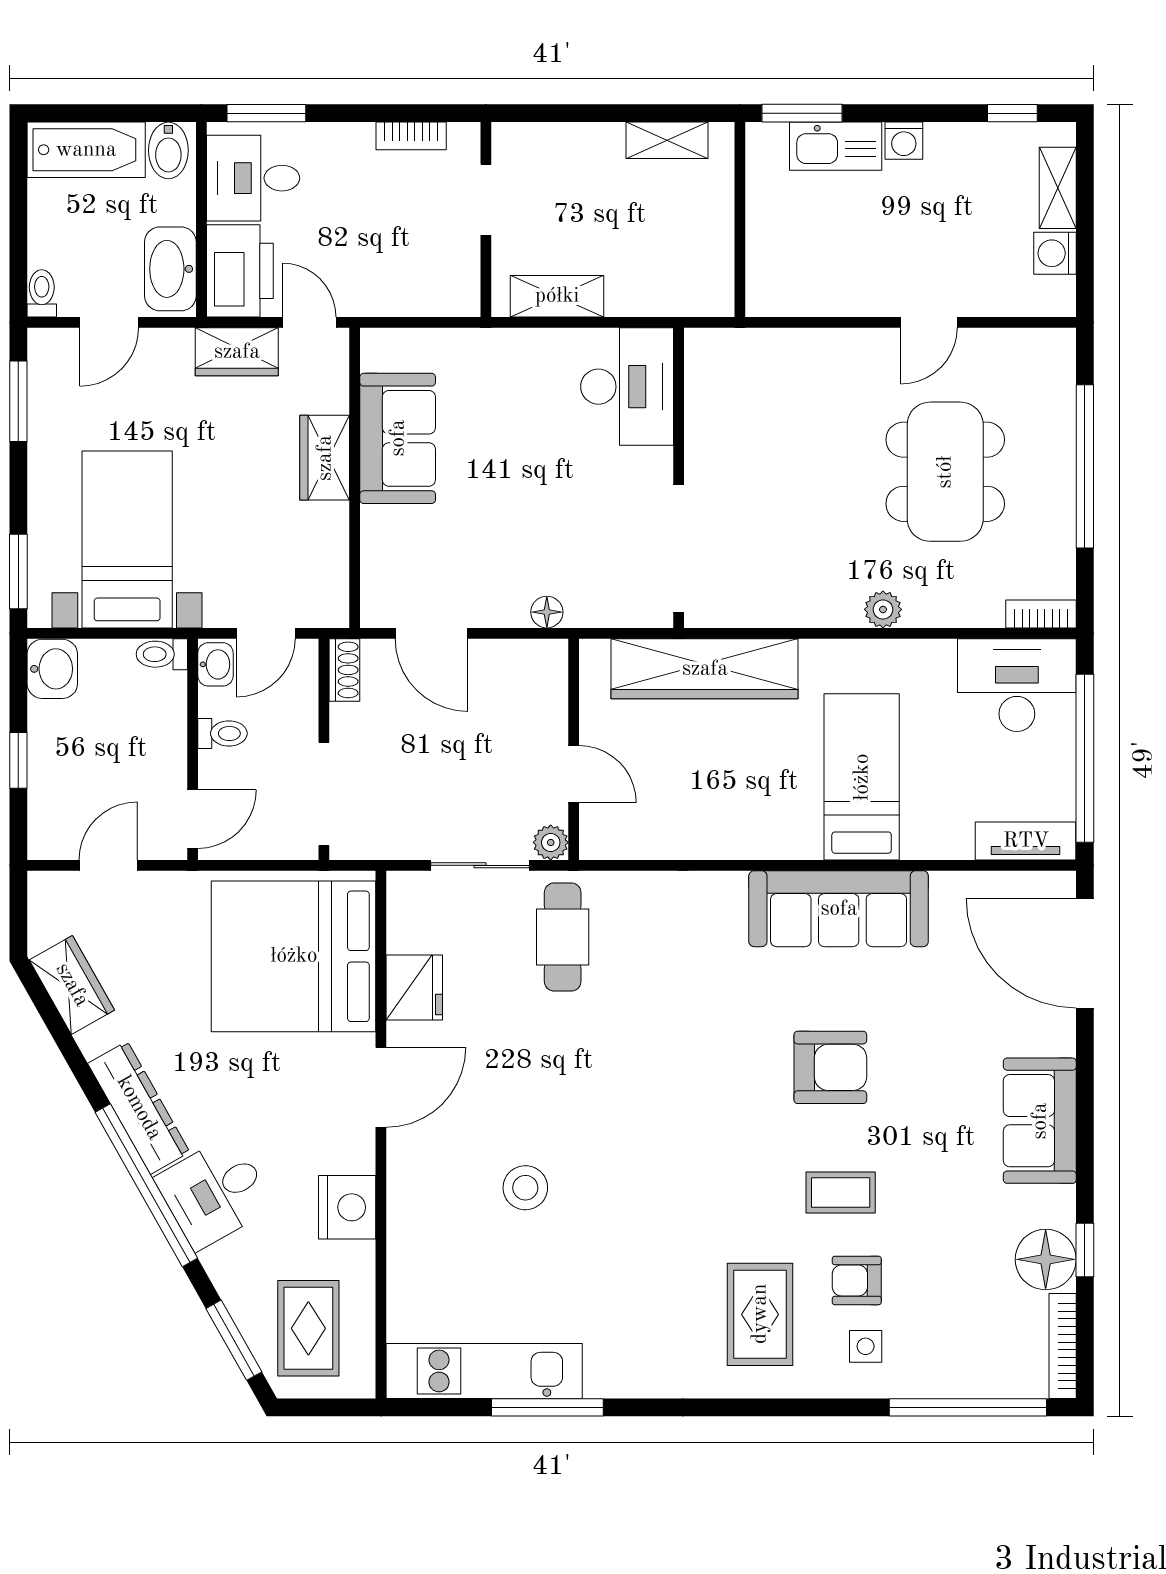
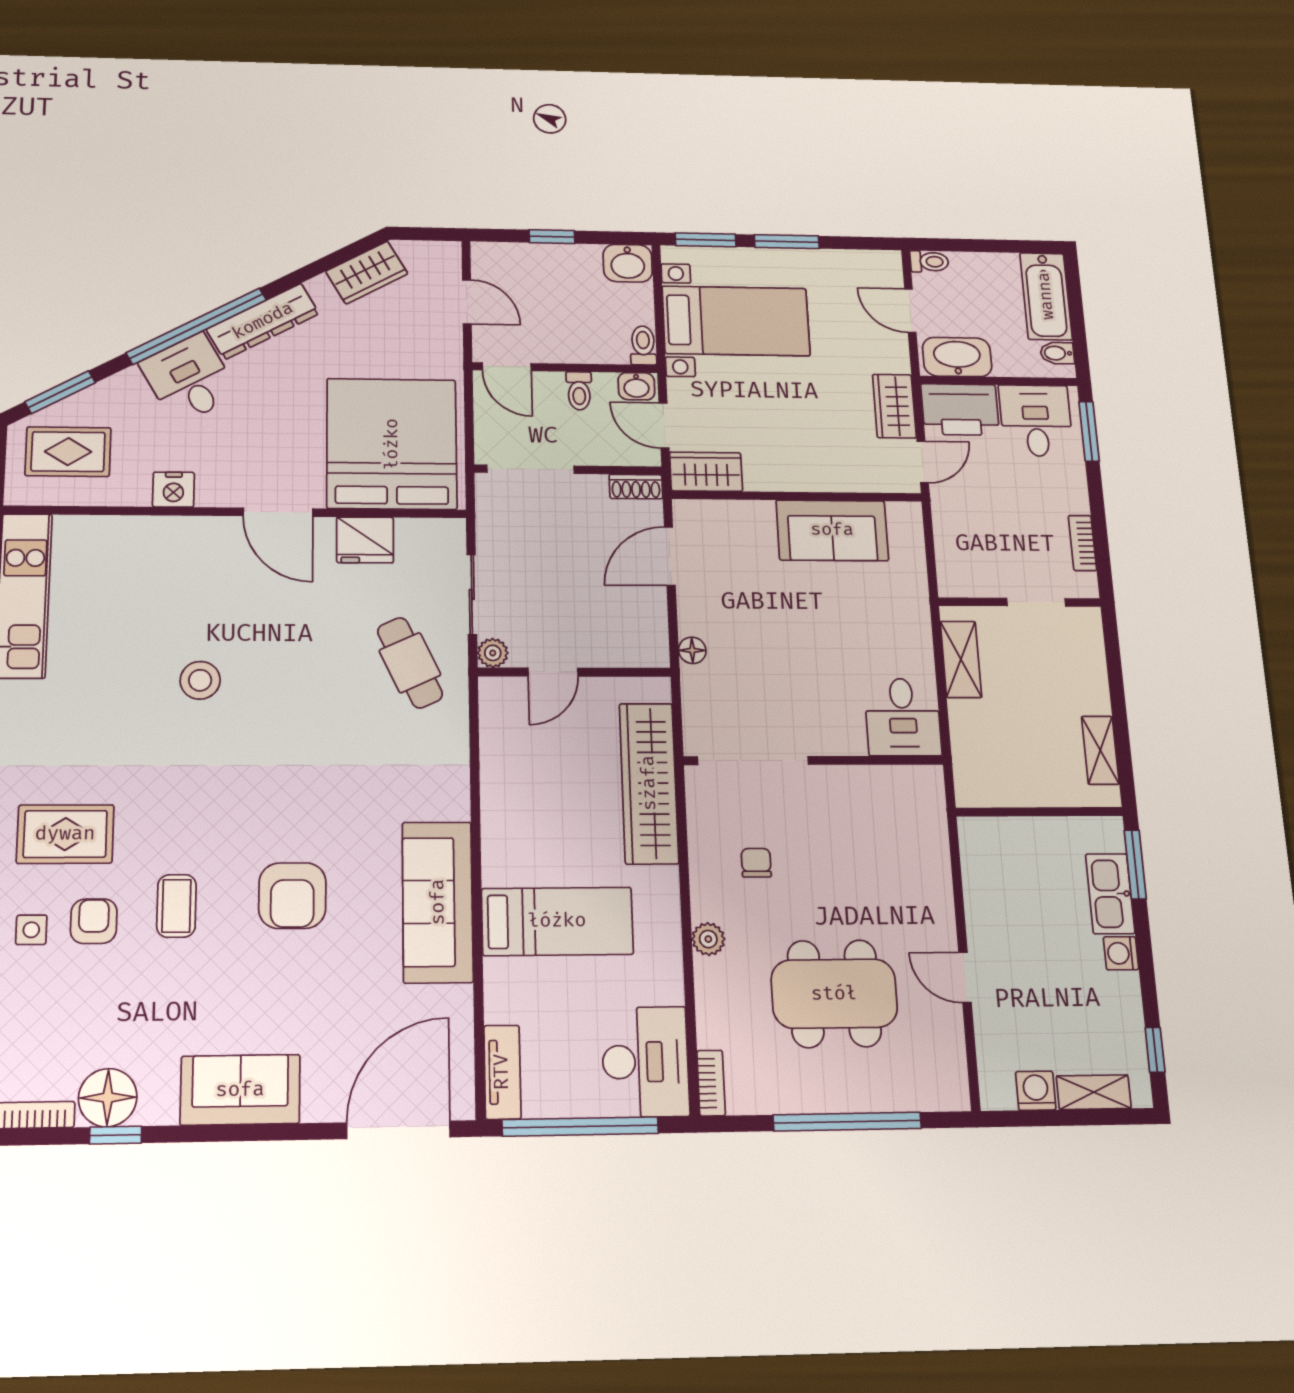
bidet: (168, 150) -> (1057, 353), width x0.72, depth x0.74
desk: (627, 387) -> (903, 717), width x0.73
window: (18, 401) -> (787, 242), moved
wardrobe: (325, 458) -> (706, 472), moved
chair: (797, 551) -> (756, 863), added
cafe table: (563, 937) -> (410, 663), turned 65
stool: (525, 1188) -> (200, 680), moved
nightstand: (347, 1207) -> (173, 490), width x0.74, depth x0.75

